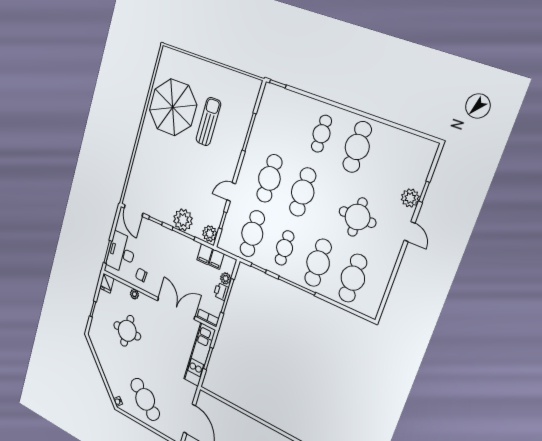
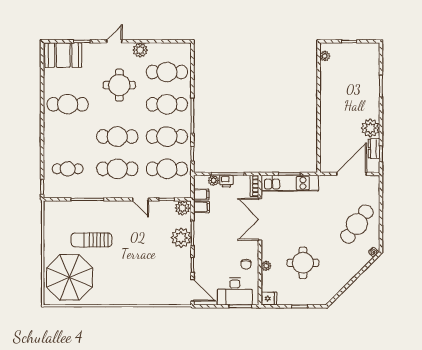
parasol: (173, 107) -> (70, 277), moved
cafe table: (321, 134) -> (68, 169), moved
booth: (416, 163) -> (63, 55), added
plant: (410, 198) -> (140, 50), moved
door: (133, 211) -> (192, 290), hinge flipped
cafe table: (285, 248) -> (167, 137), width x1.37, depth x1.35

